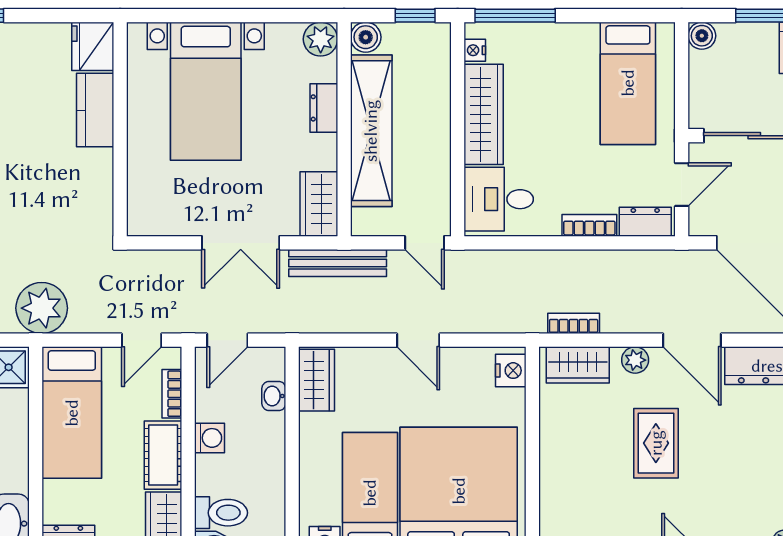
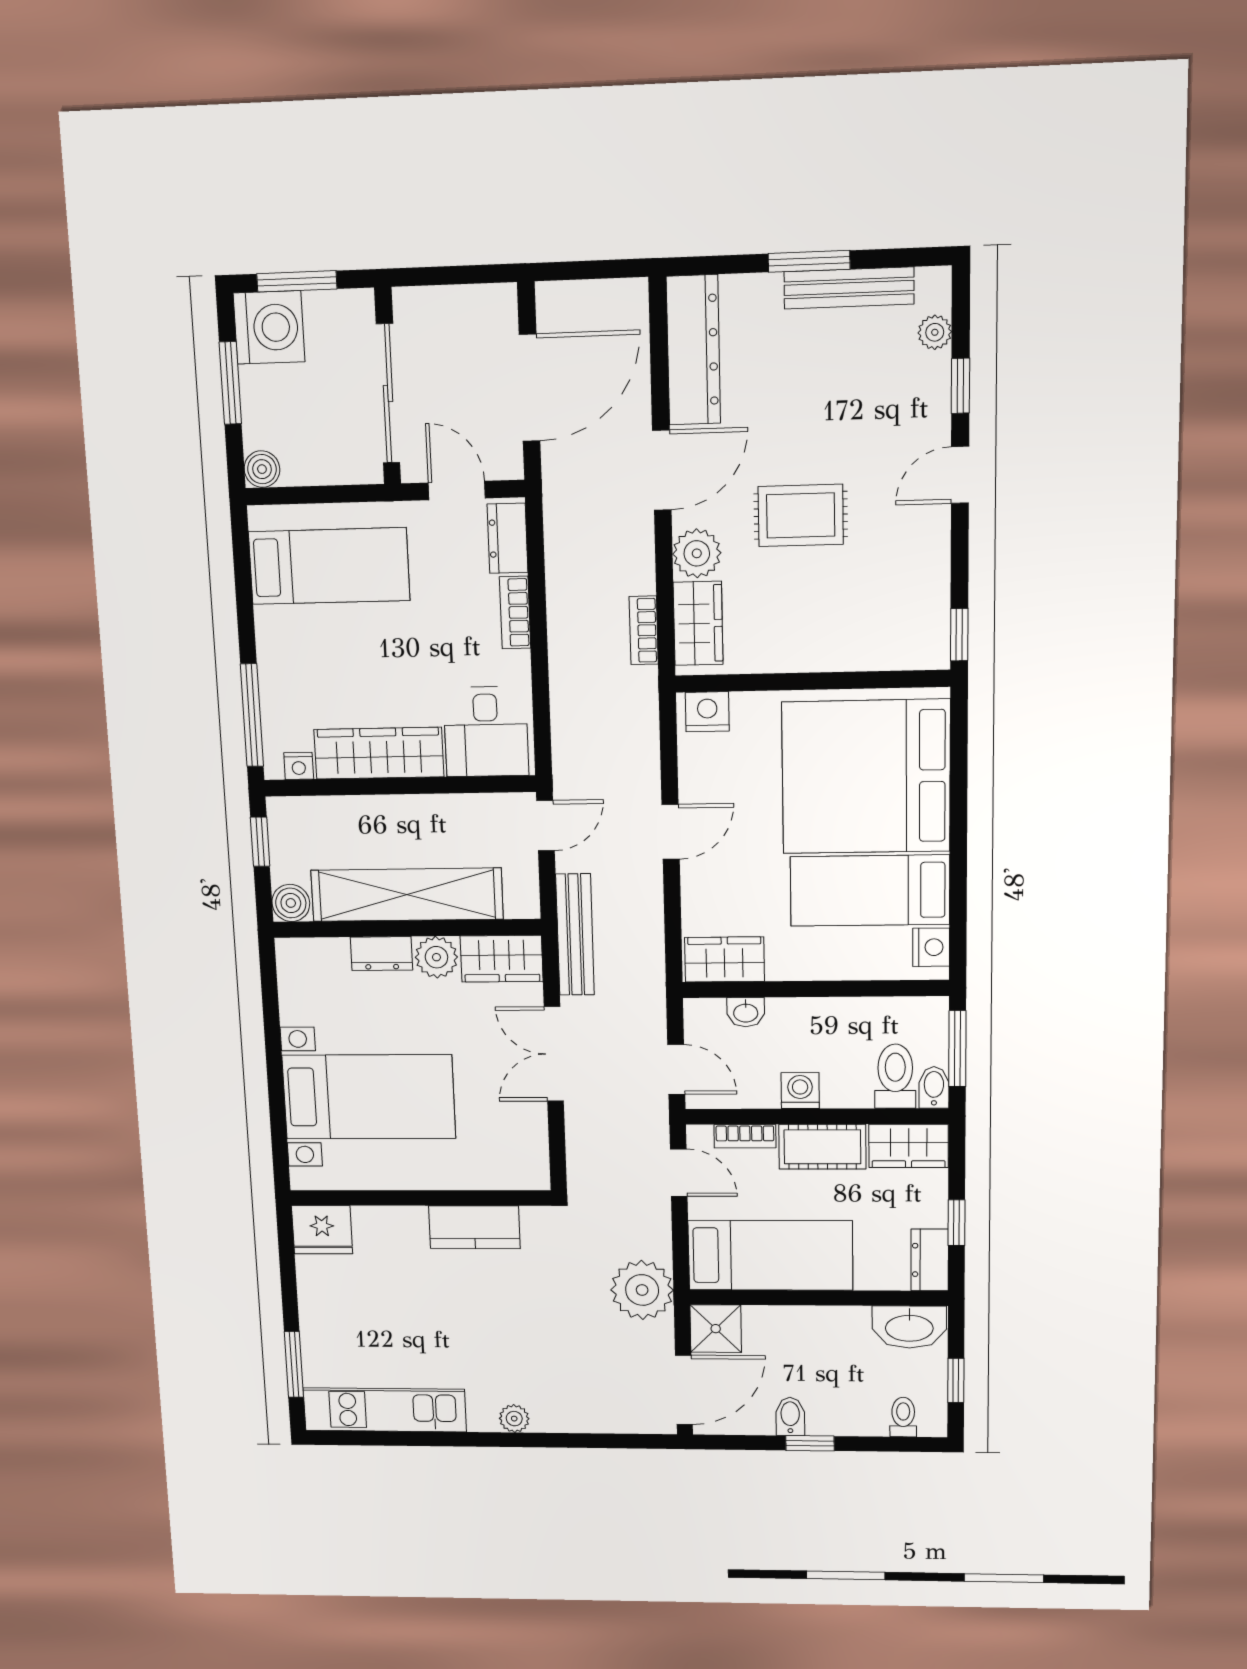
plant: (321, 39) -> (436, 957), moved
kitchen counter: (95, 110) -> (474, 1227), moved
double door: (241, 243) -> (554, 1054), swing flipped
plant: (635, 360) -> (697, 553), width x1.38, depth x1.38

